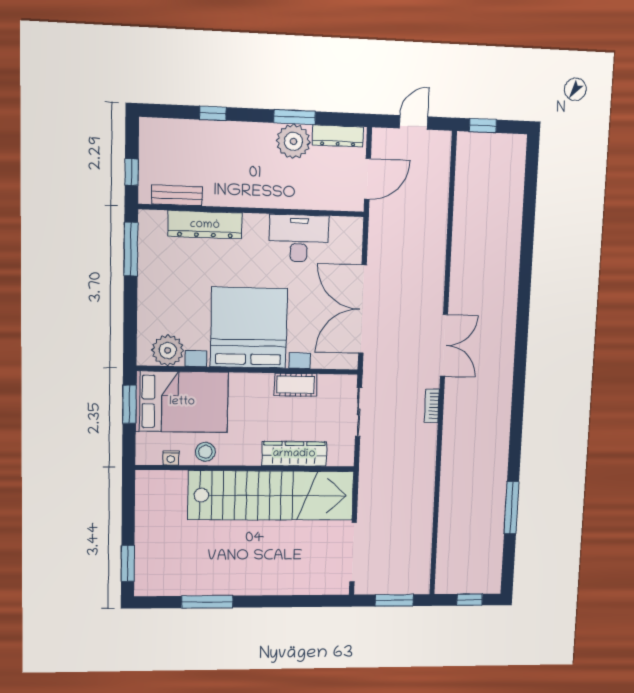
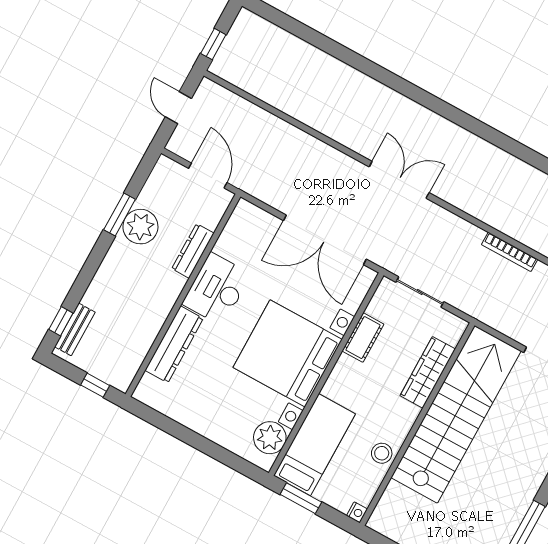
window: (213, 113) -> (61, 321), moved
dresser: (338, 136) -> (193, 251), moved, turned 180
bench: (177, 196) -> (75, 329), moved
desk: (299, 238) -> (217, 289), moved
window: (131, 249) -> (162, 422), removed
bed: (182, 402) -> (315, 445), width x0.67
bookcase: (432, 406) -> (510, 252), moved, width x1.56
nightstand: (171, 458) -> (357, 512), moved

